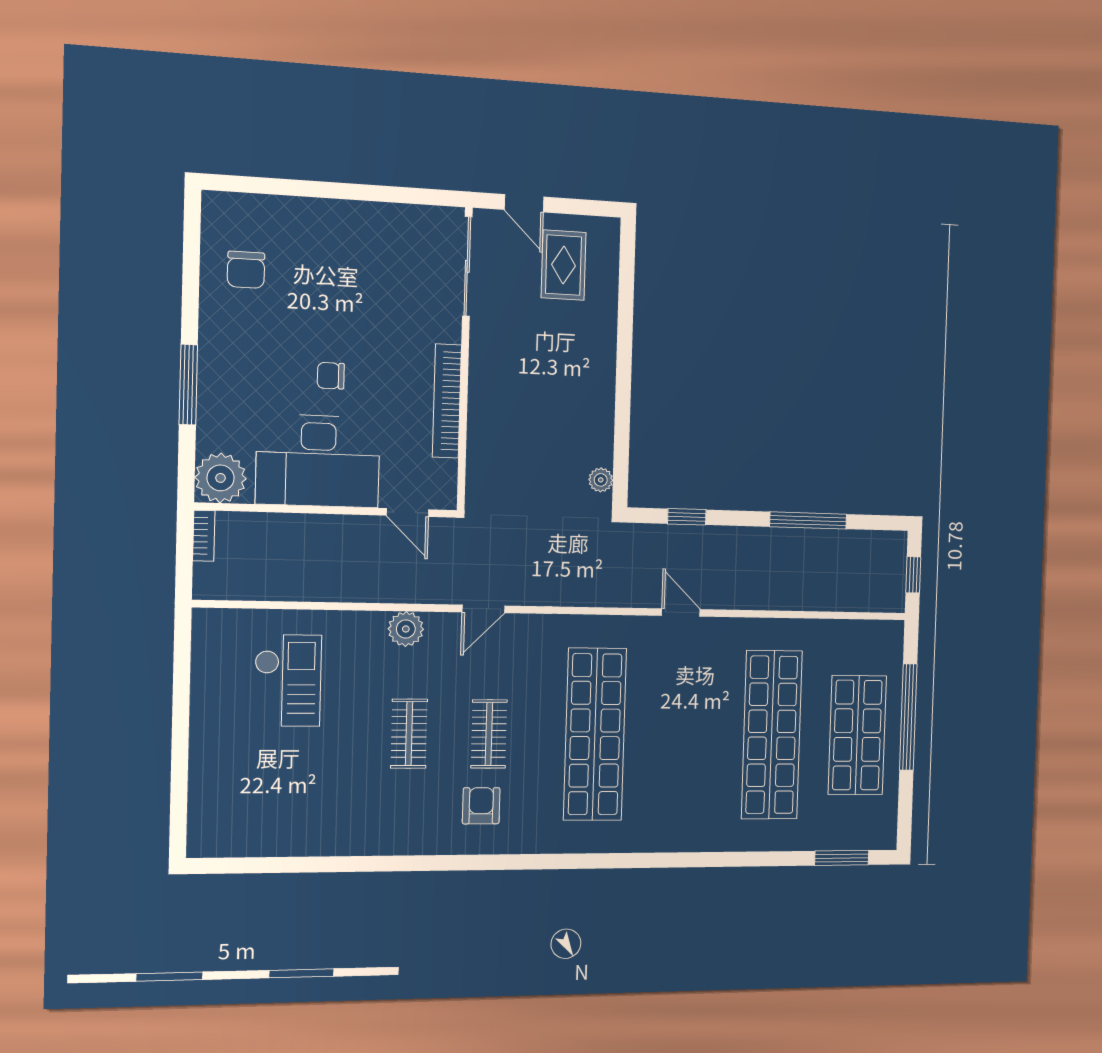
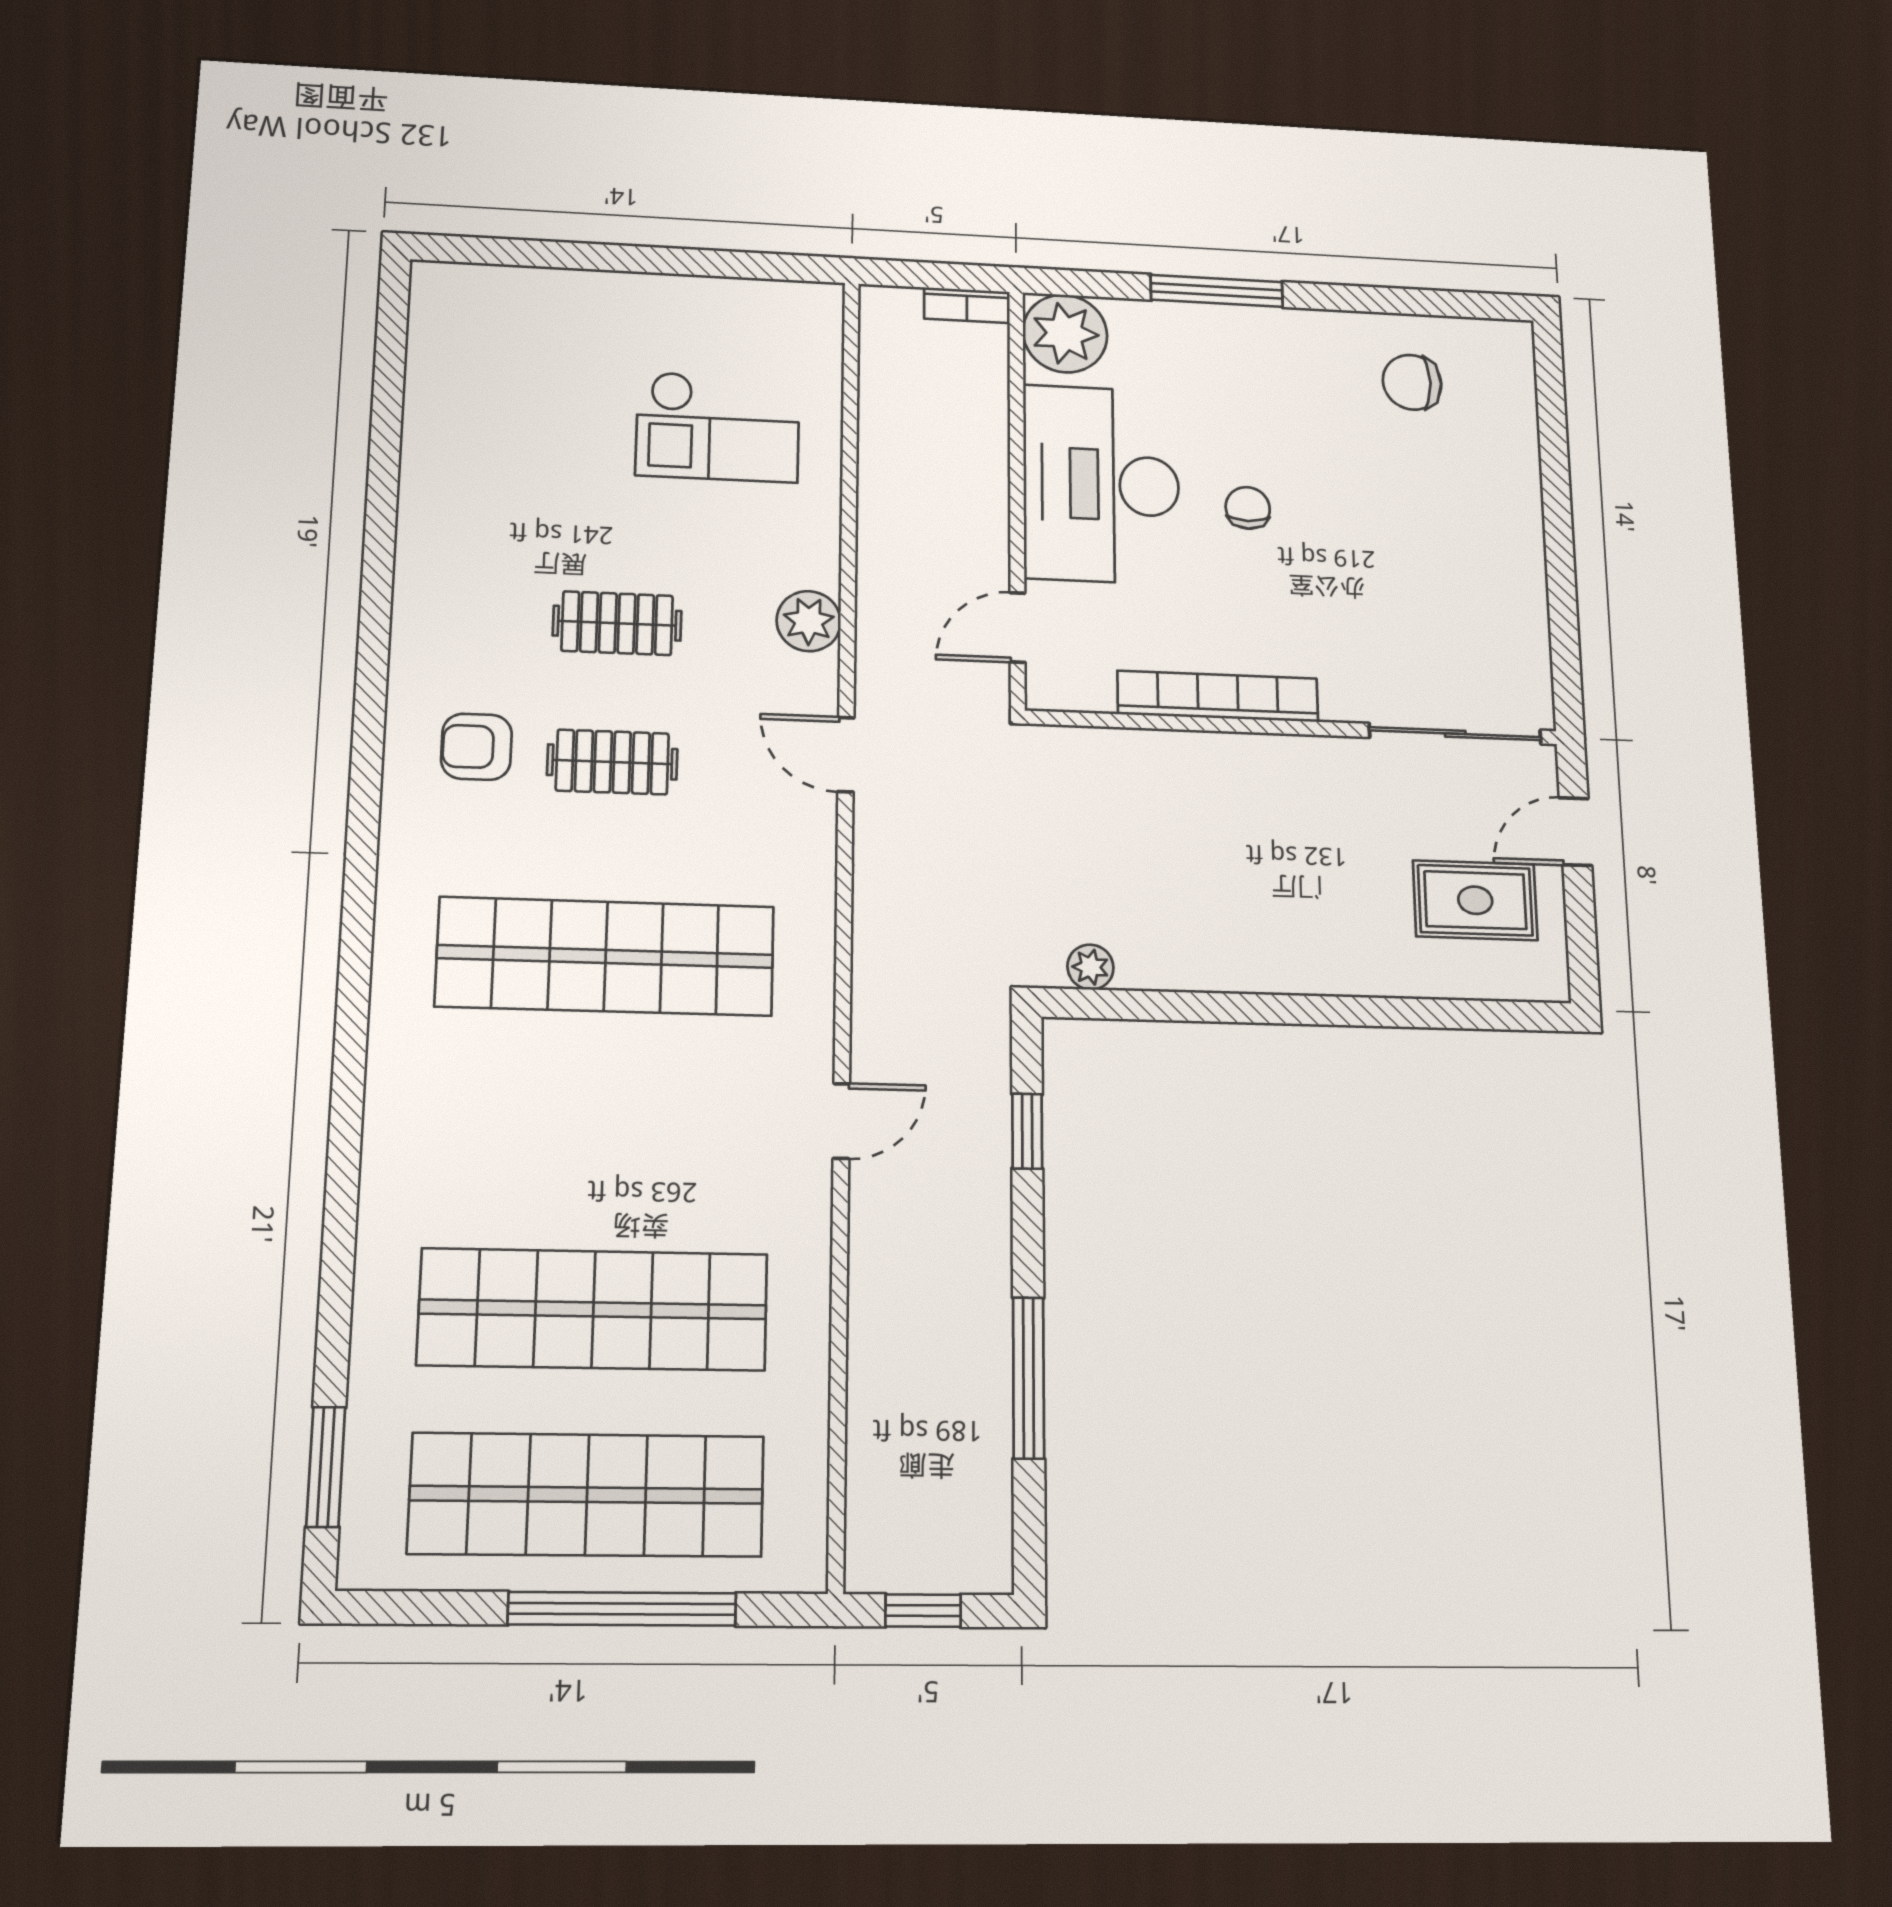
shop shelf: (857, 735) -> (587, 1495), width x1.40
armchair: (481, 806) -> (476, 747), turned 180

